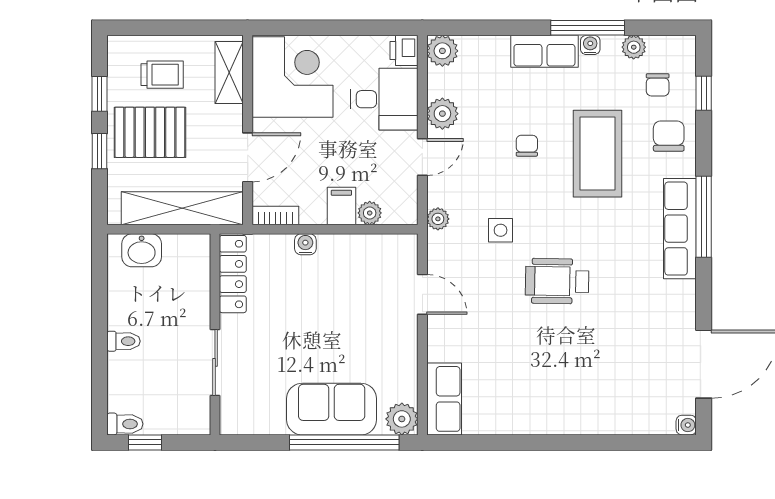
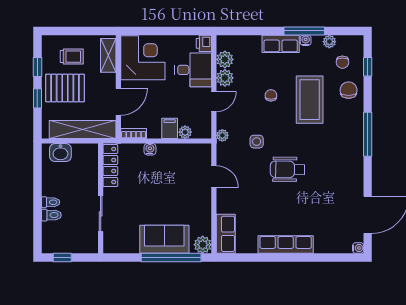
plant: (442, 51) -> (225, 59), moved
row of seats: (680, 229) -> (286, 245), moved, turned 90
toilet: (125, 424) -> (51, 215), moved

